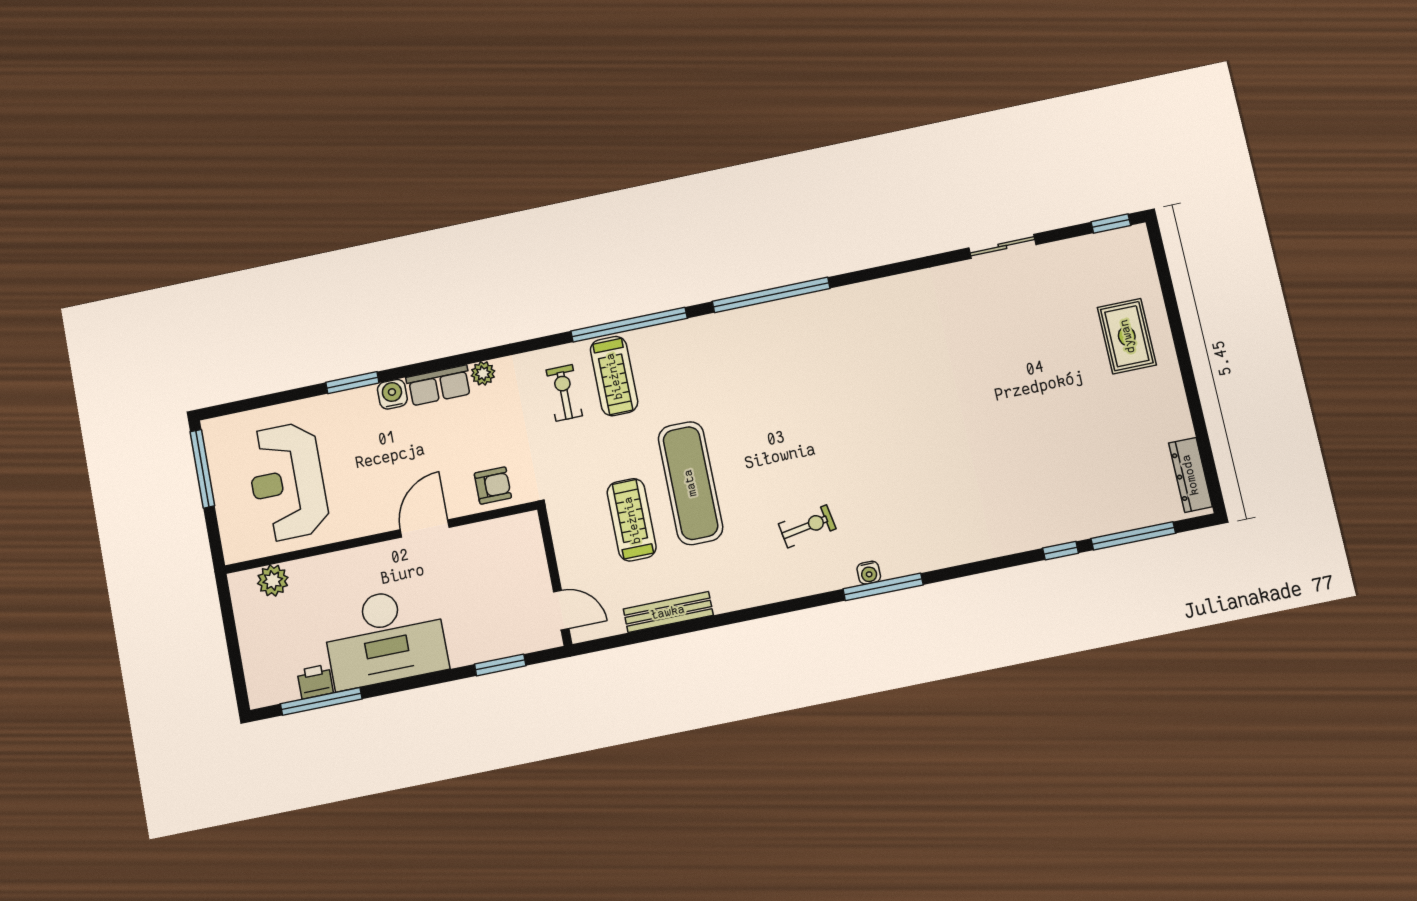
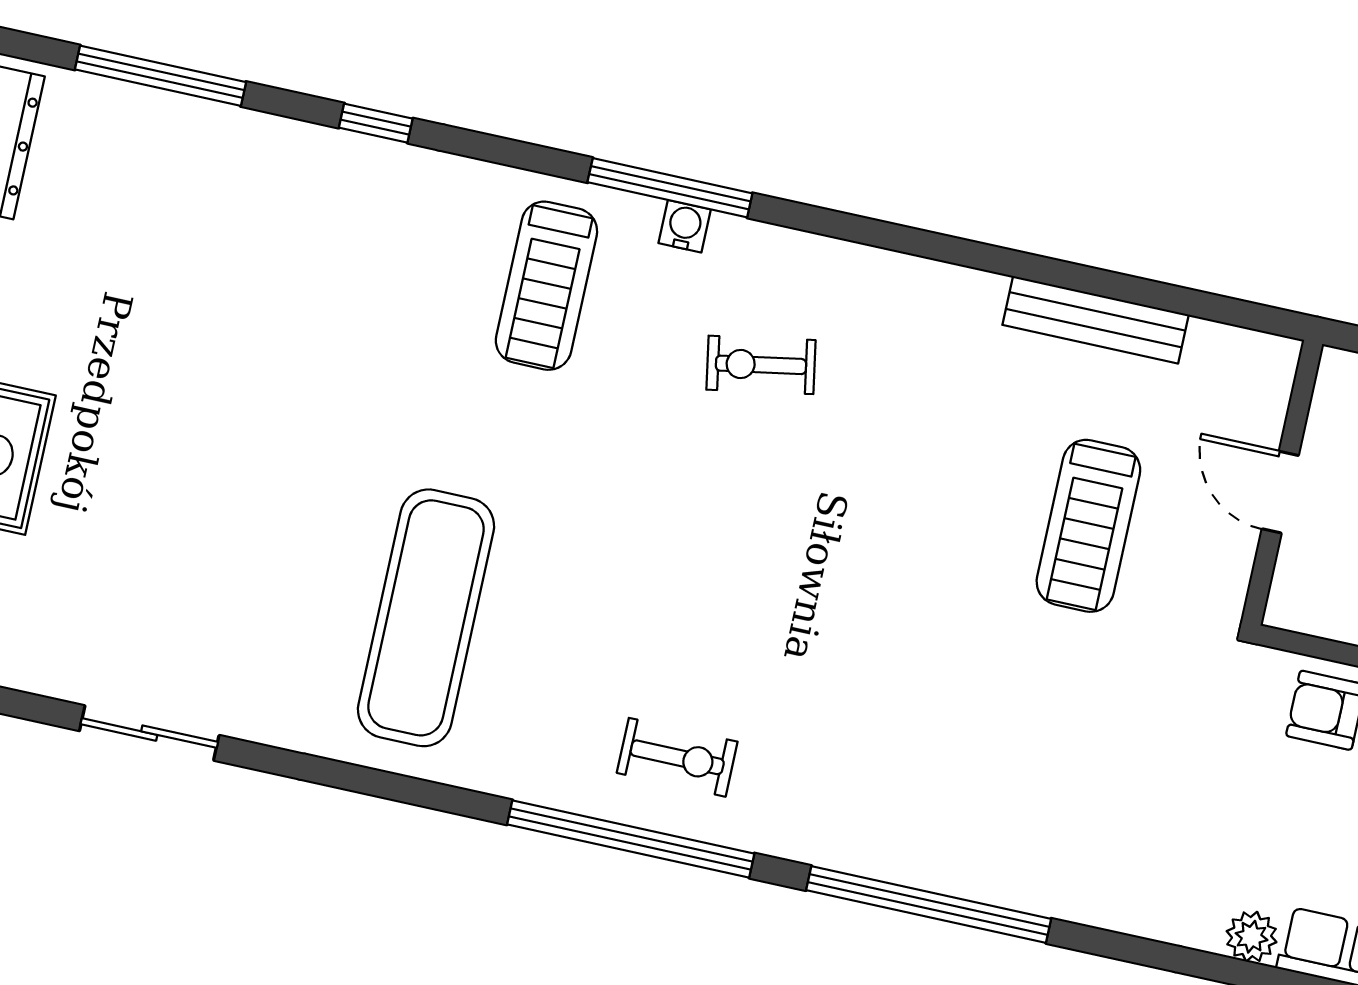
treadmill: (614, 376) -> (546, 286), moved, turned 180
exercise bike: (564, 393) -> (677, 757), moved, turned -90
exercise mat: (690, 483) -> (426, 618), moved
window: (1061, 551) -> (376, 123), moved
door: (561, 610) -> (1280, 492), moved

